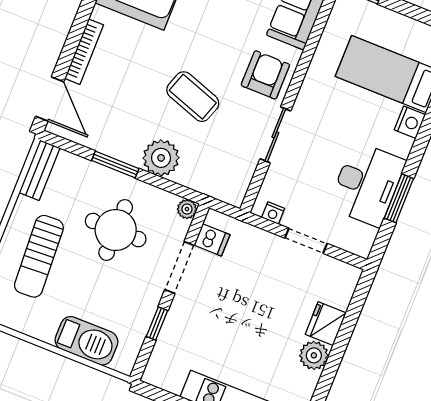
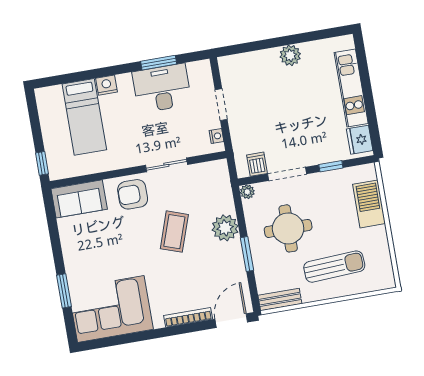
fridge: (326, 324) -> (360, 140), moved, turned 90

